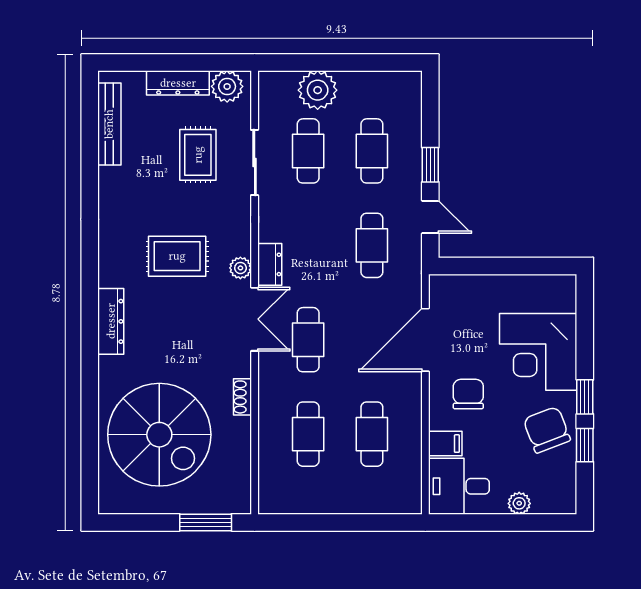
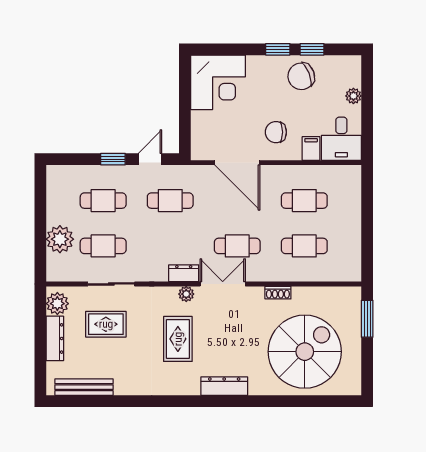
corner desk: (538, 352) -> (218, 82), moved

